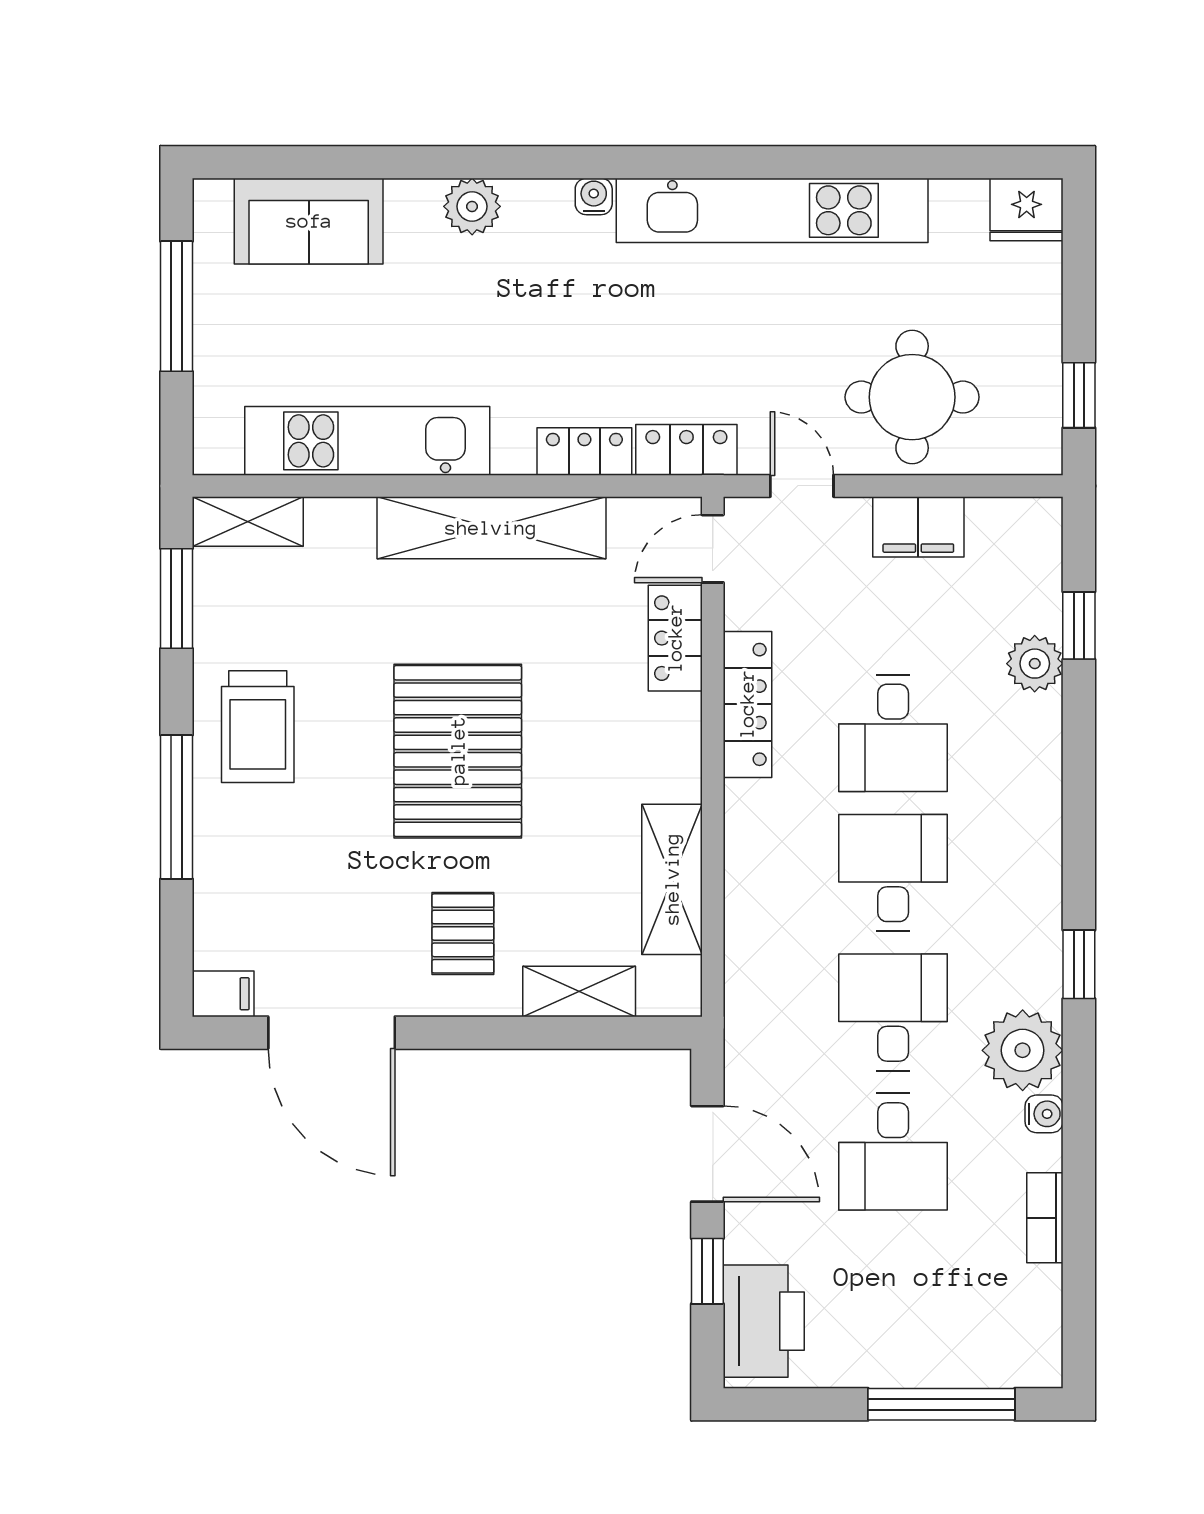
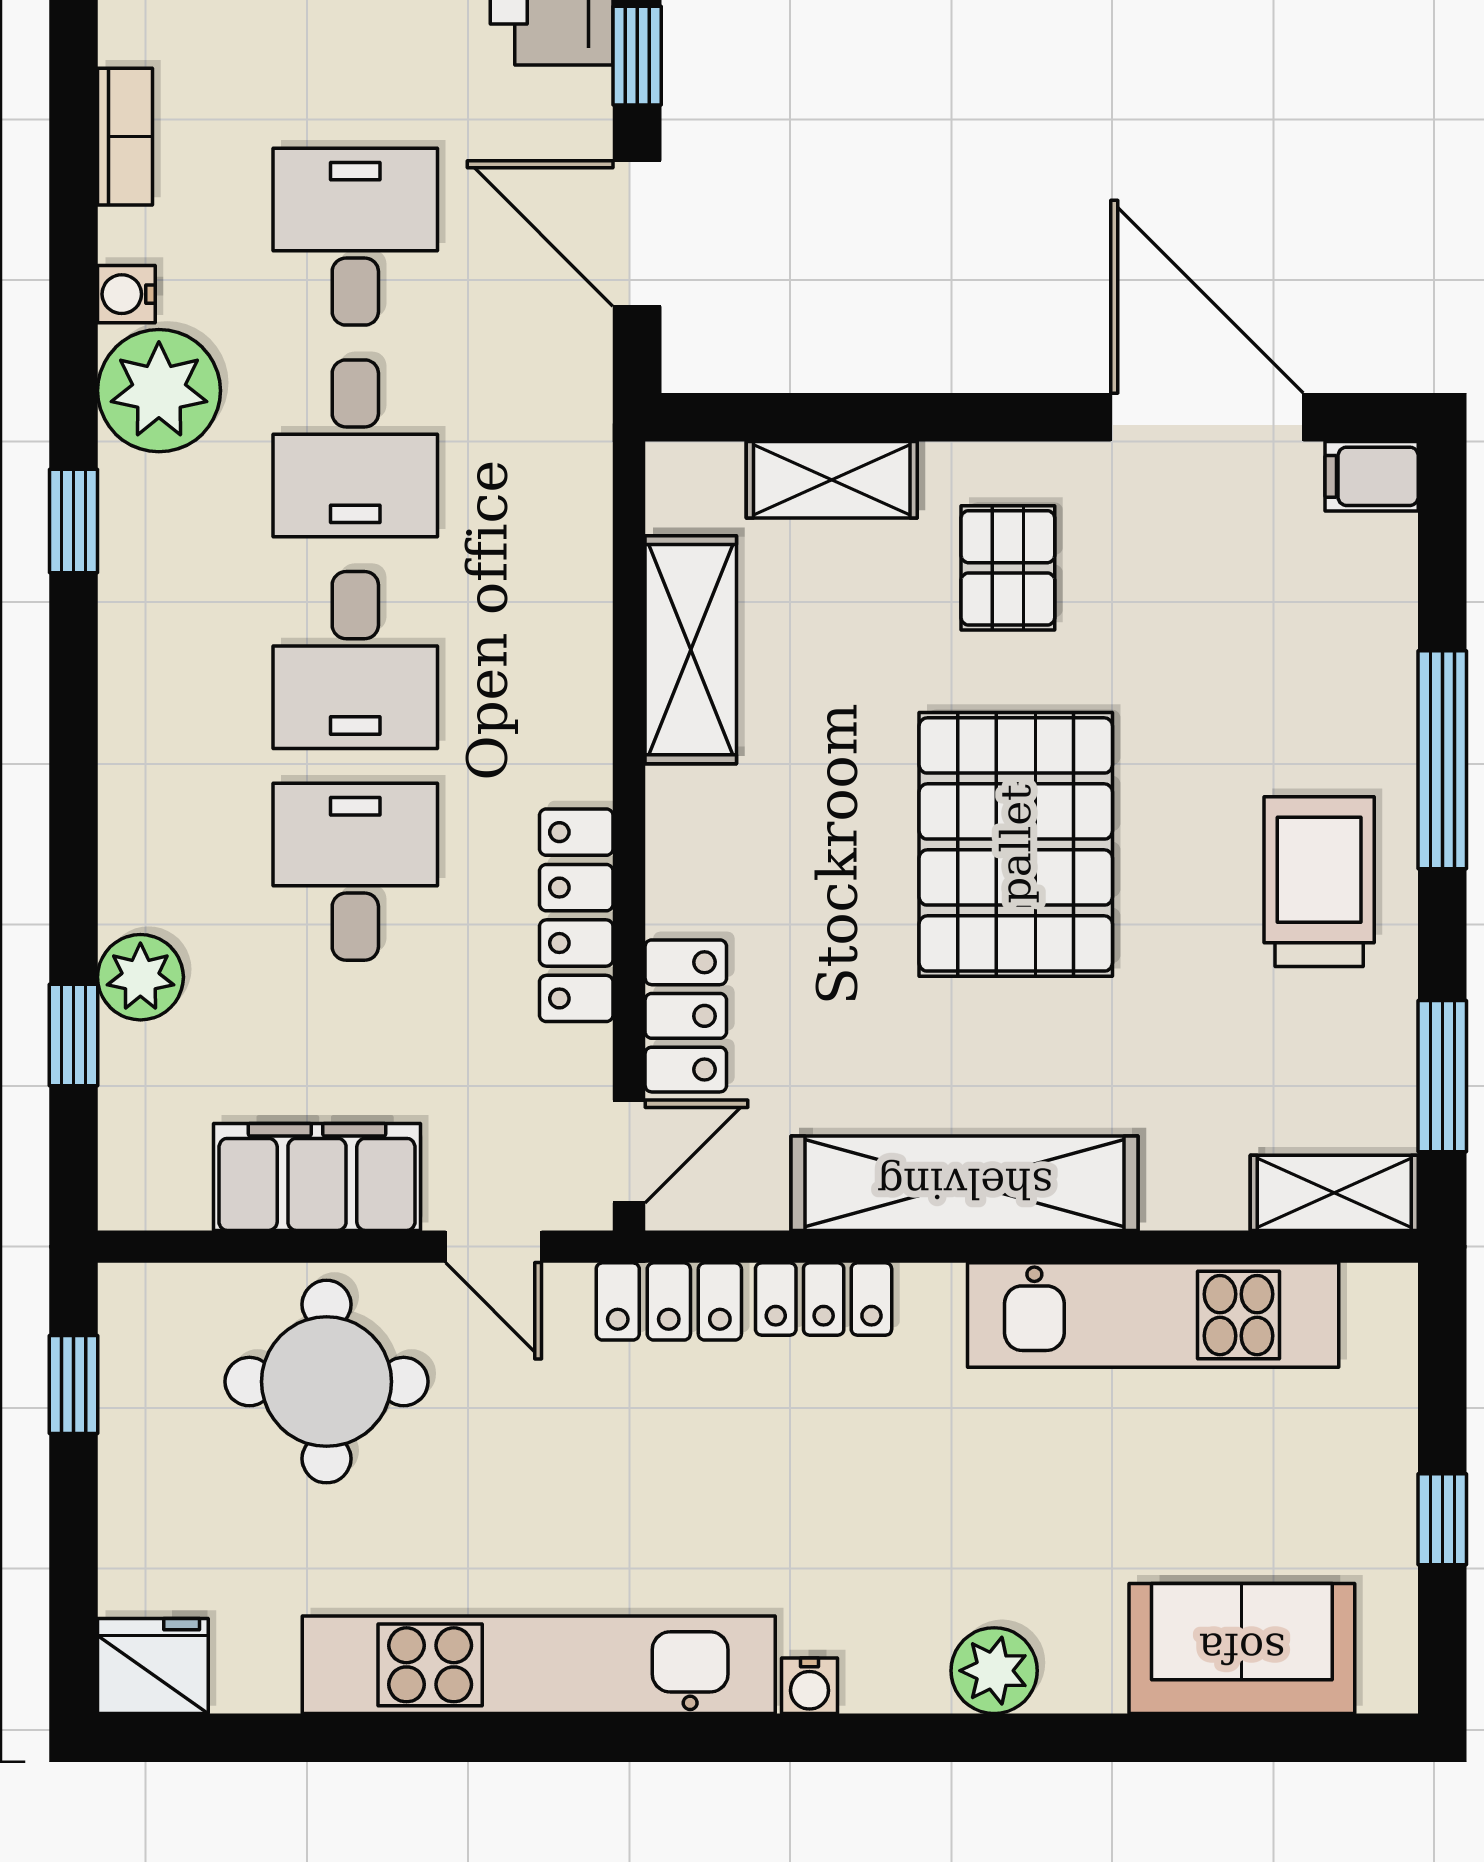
window: (177, 306) -> (1442, 1519), width x0.46
filing cabinet: (918, 527) -> (317, 1177), width x1.50, depth x1.17

